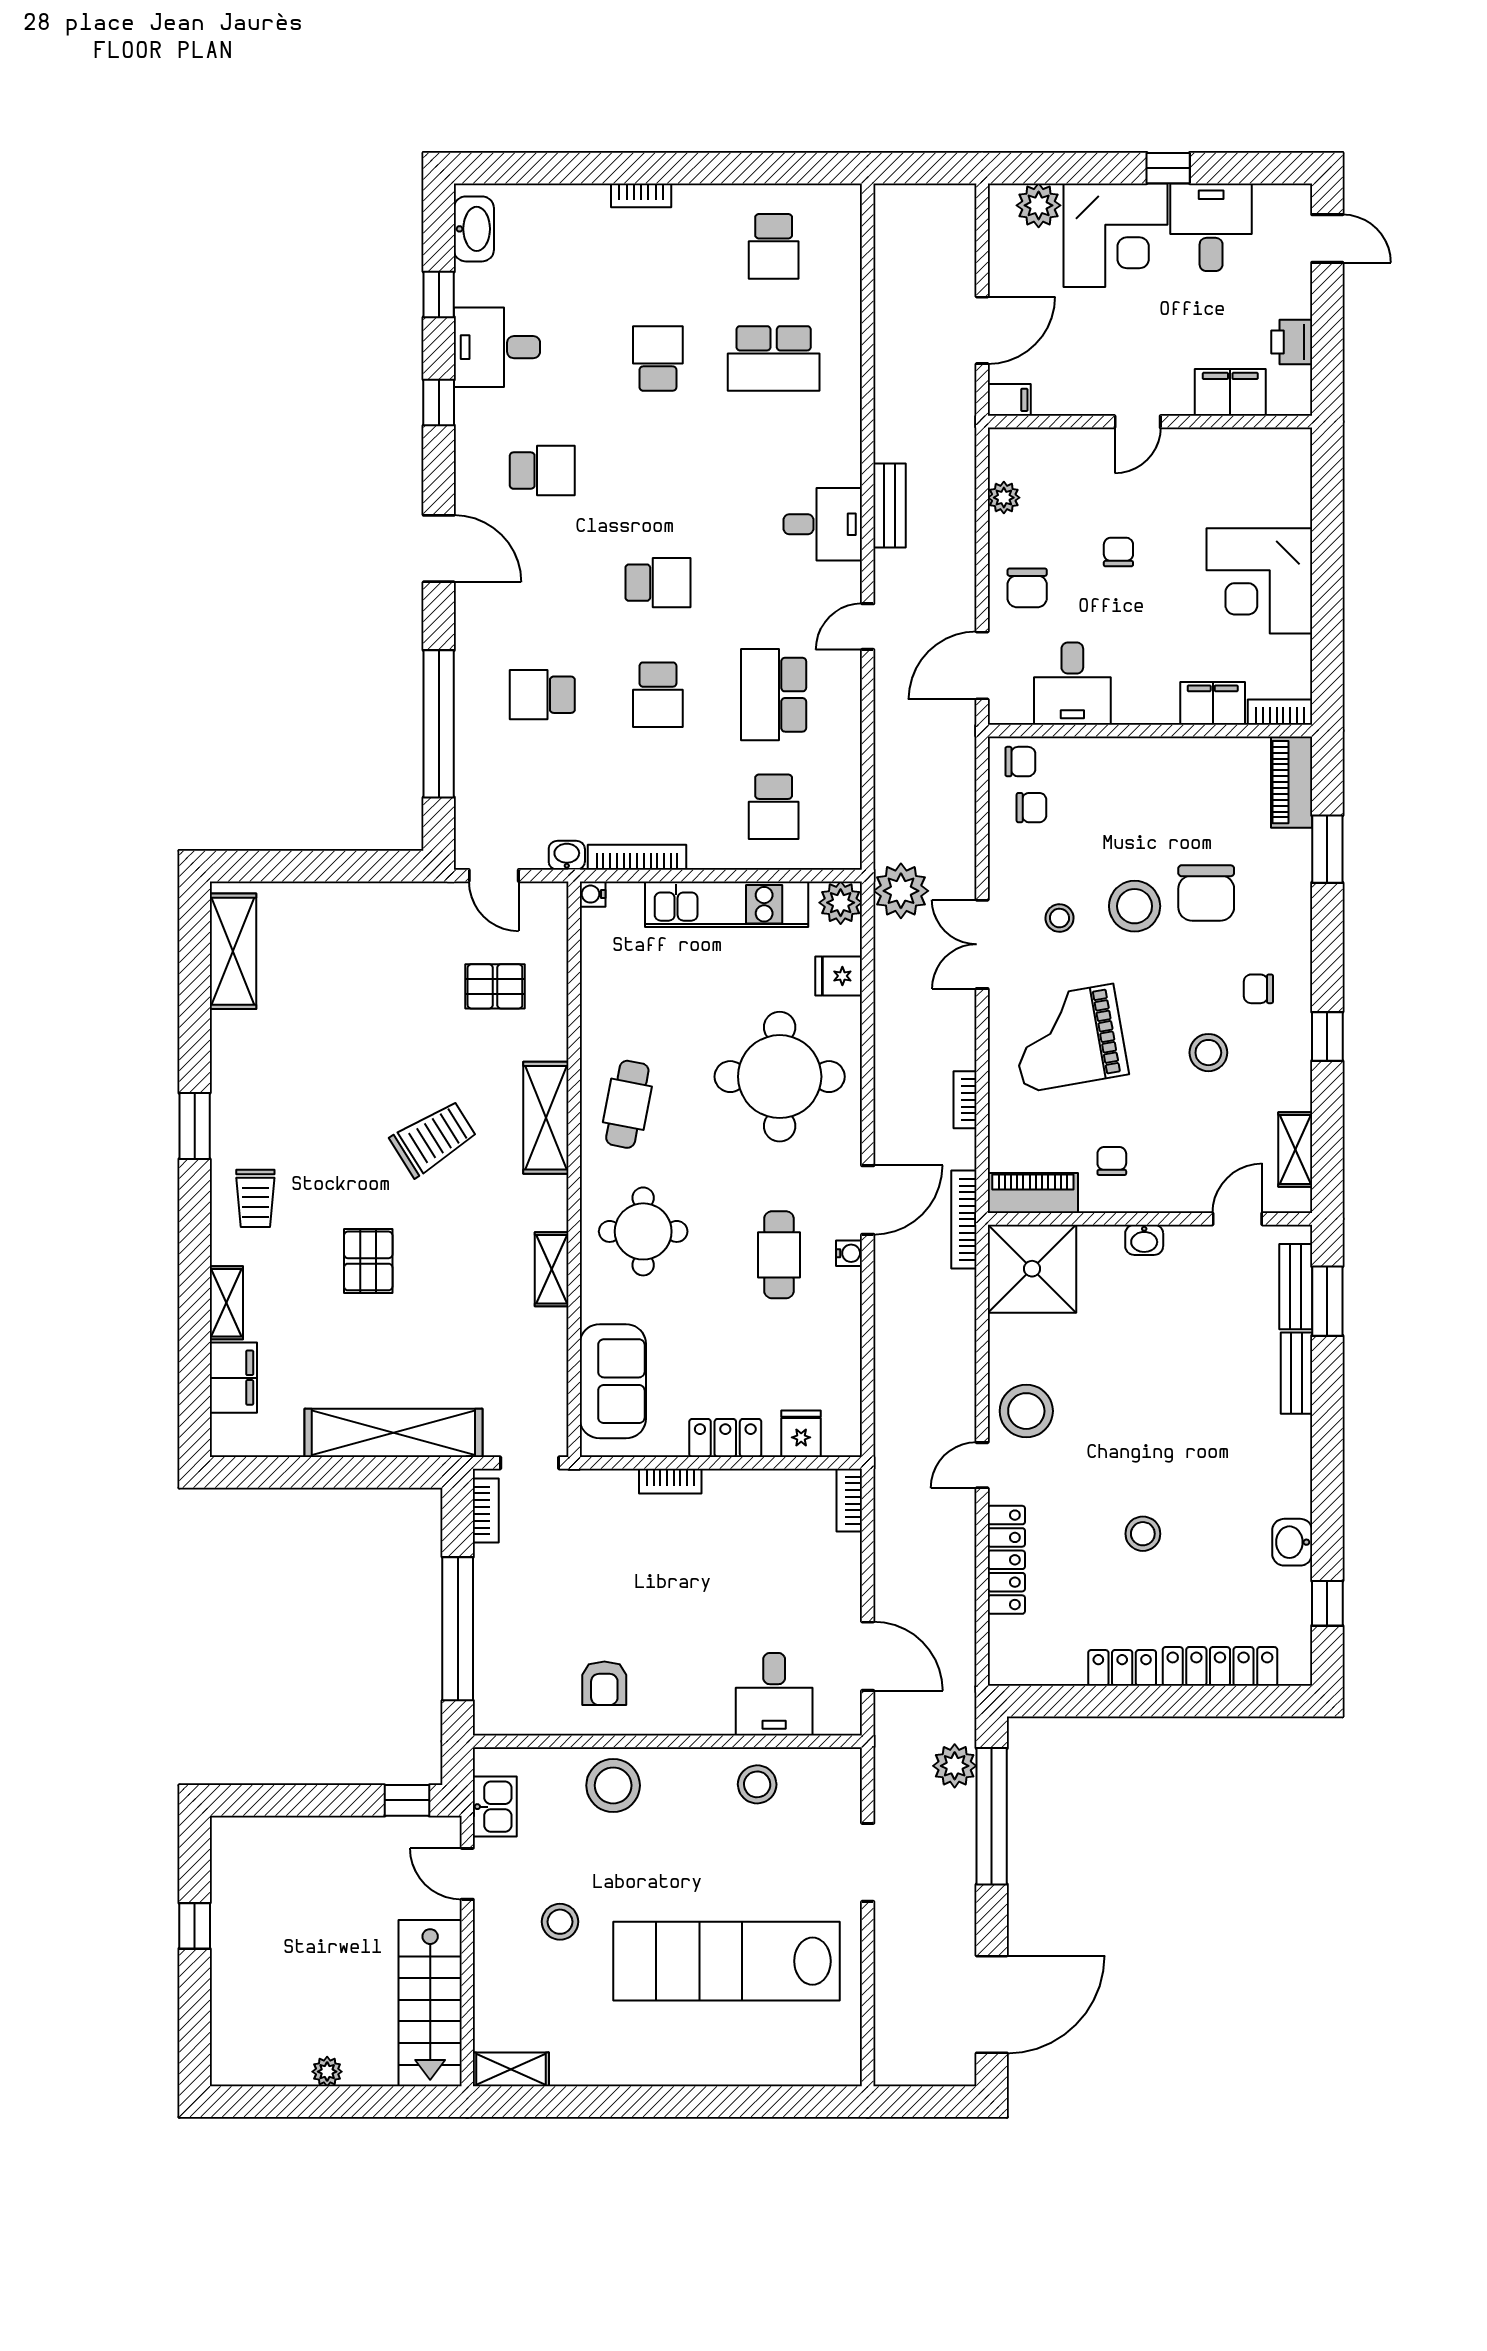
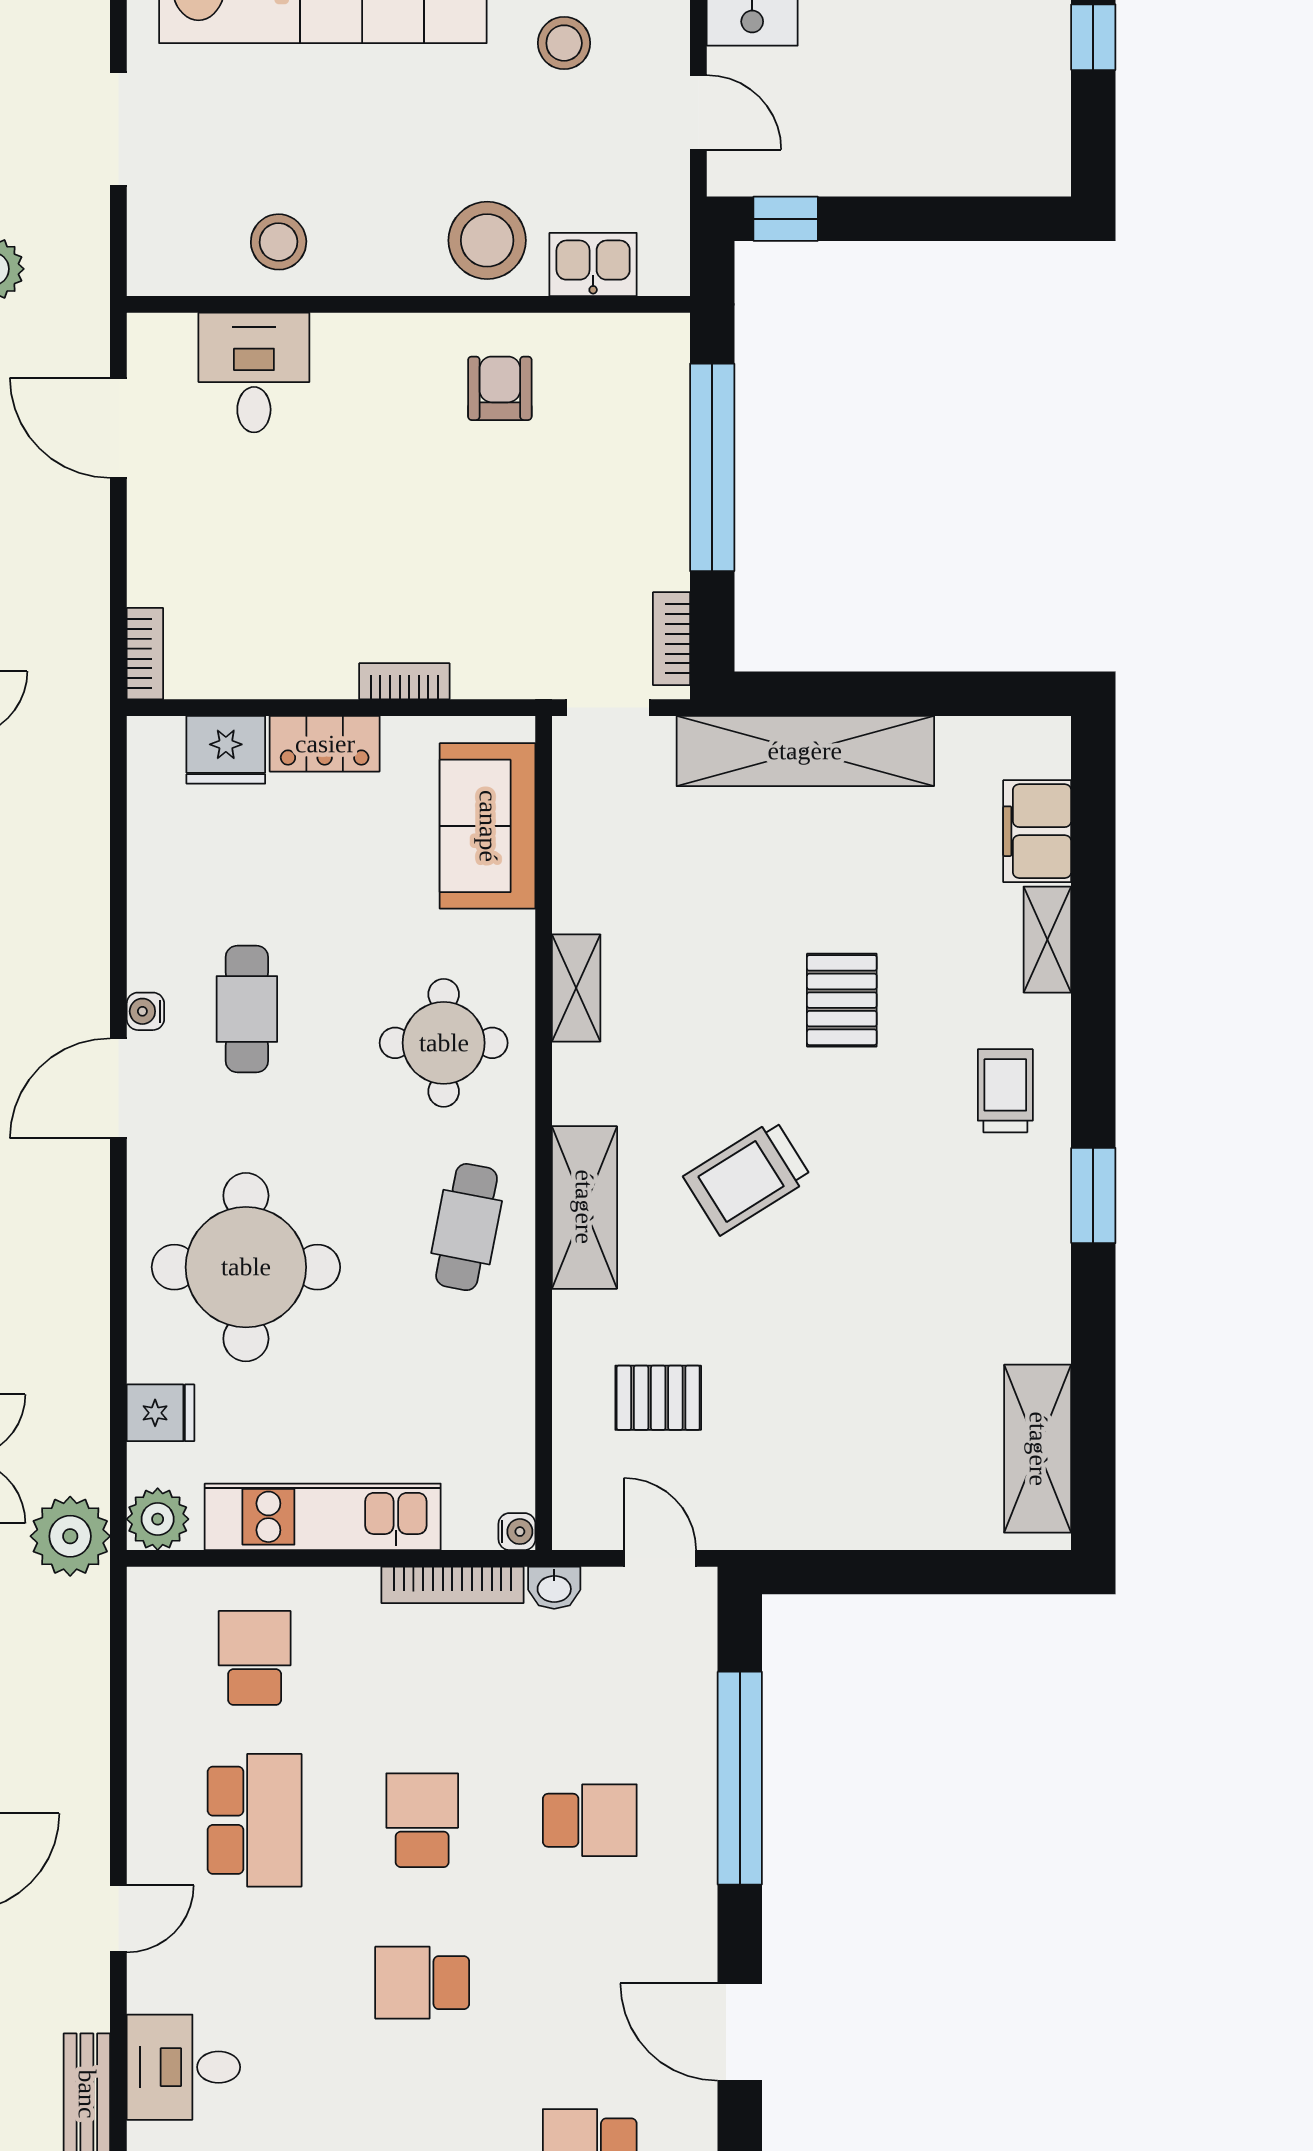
fridge: (801, 1434) -> (226, 750), width x1.38
kitchen sink: (495, 1807) -> (593, 264), moved, turned 90

